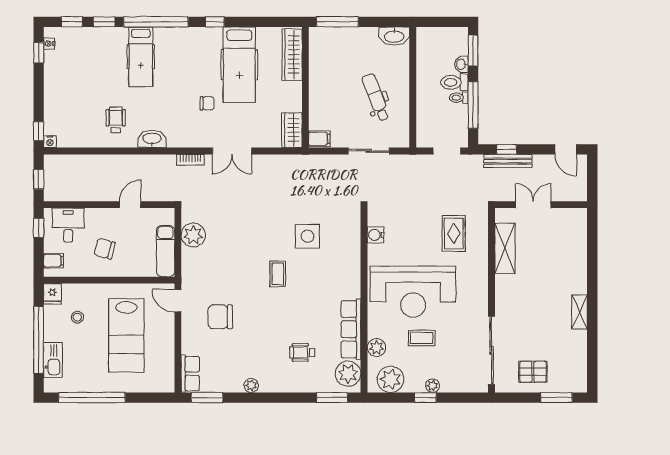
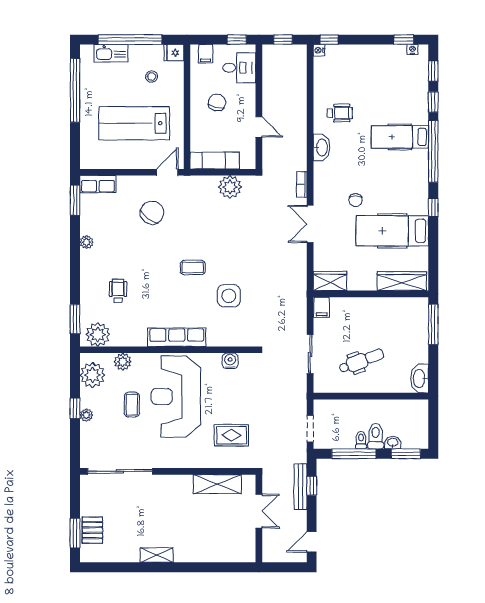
chair: (220, 317) -> (152, 213), turned 36
row of seats: (351, 329) -> (177, 337), moved
pallet: (533, 372) -> (92, 530), moved

